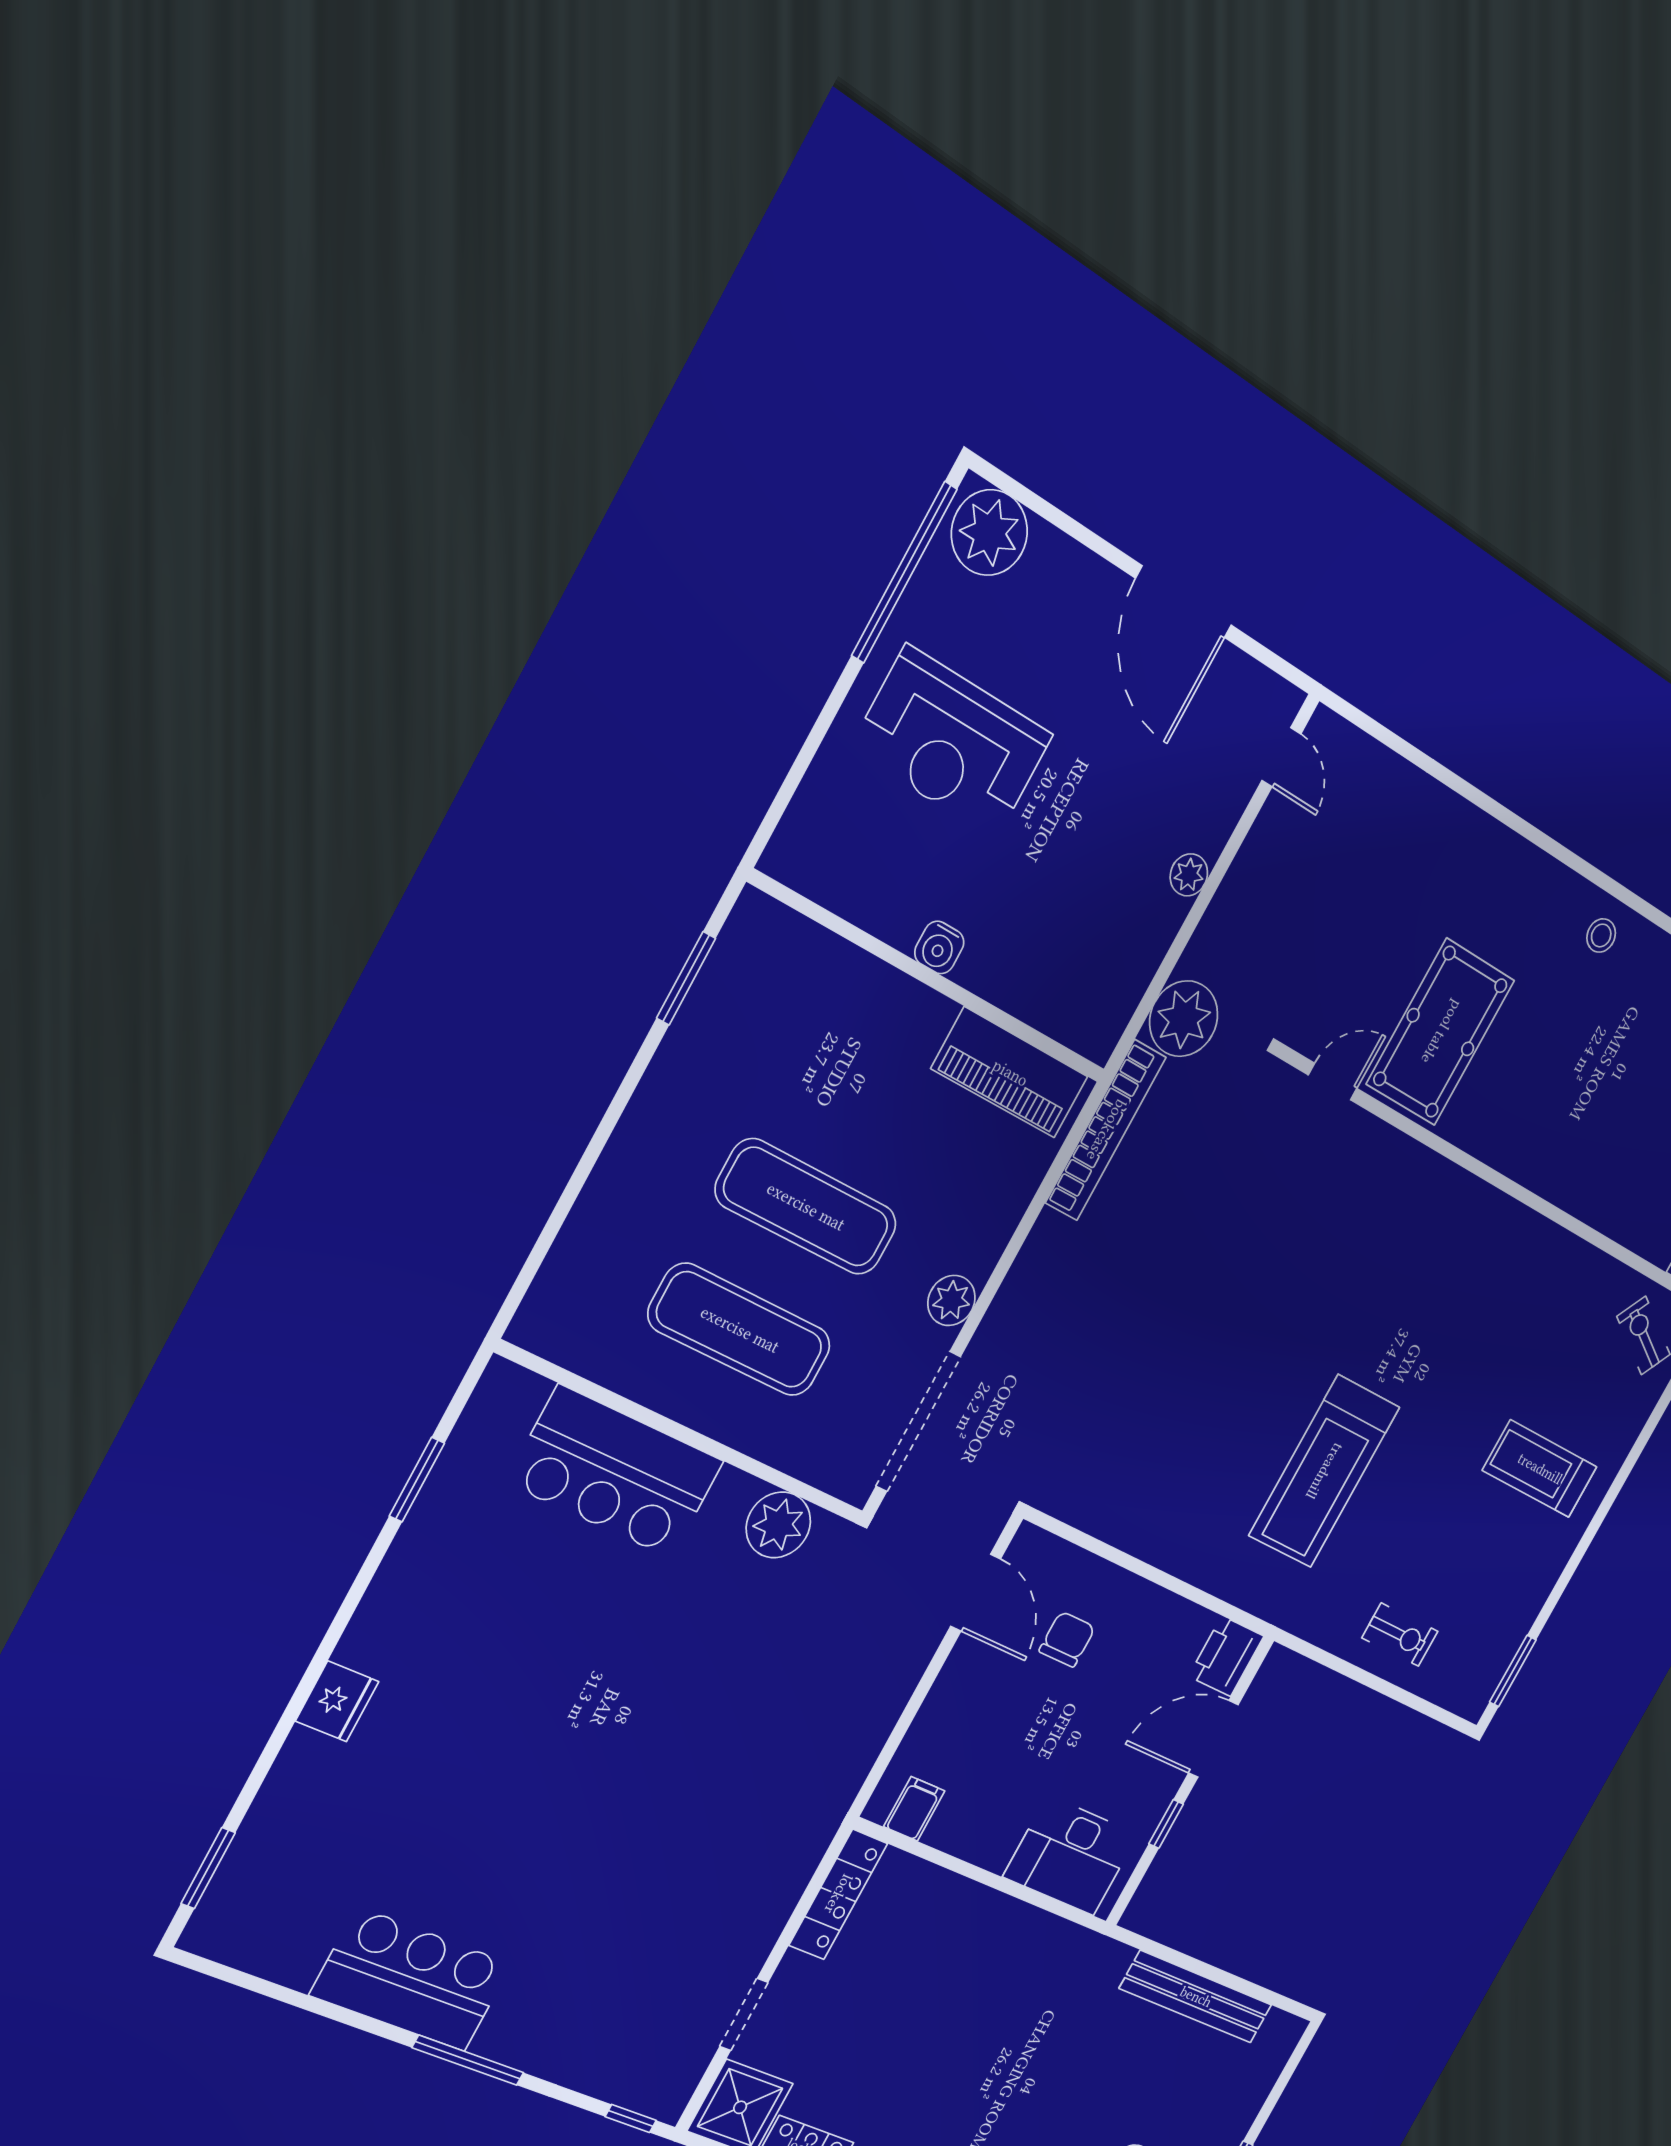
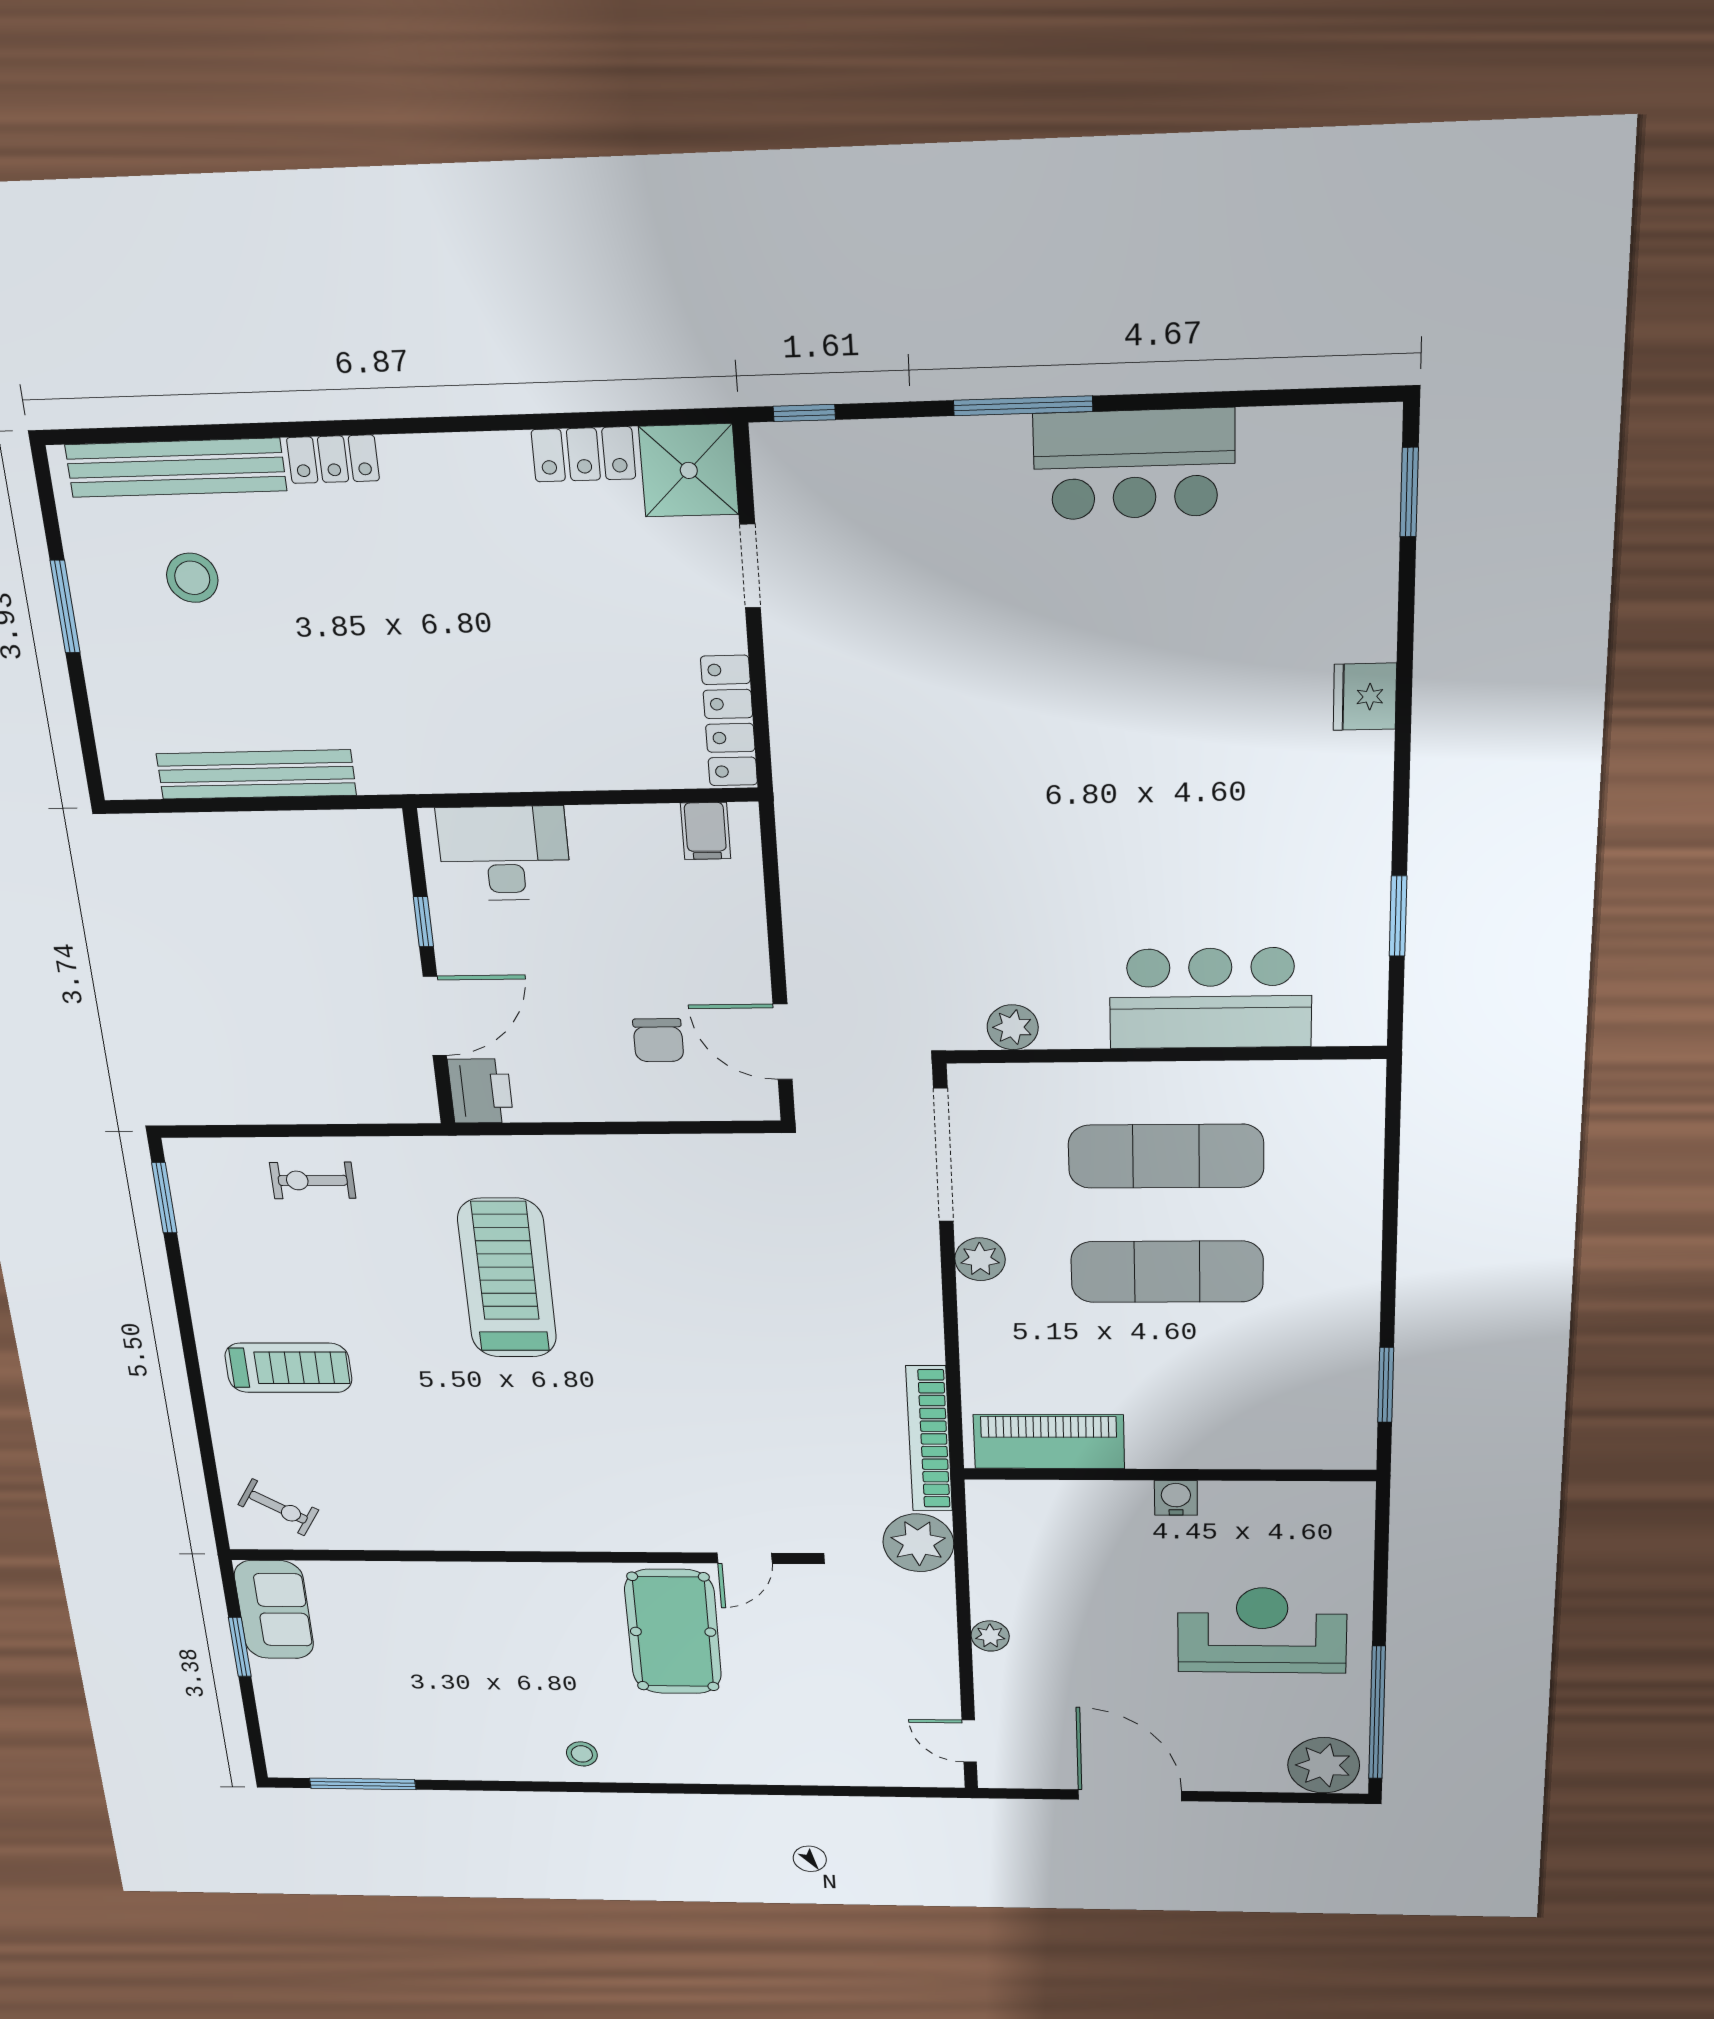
plant: (778, 1525) -> (1013, 1027), width x0.73, depth x0.73

